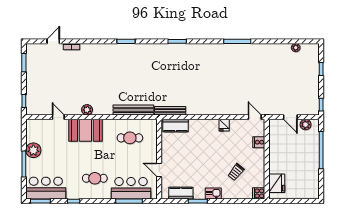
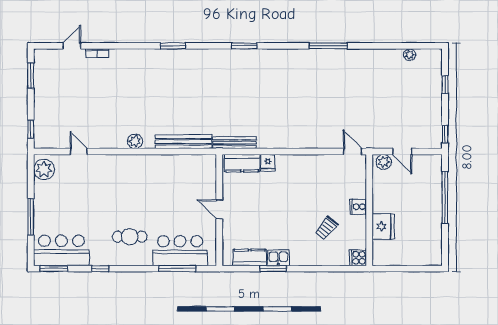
plant: (87, 110) -> (135, 141), moved
fridge: (224, 125) -> (268, 163), moved
plant: (306, 125) -> (384, 162), moved
booth: (85, 130) -> (117, 170), removed
cafe table: (130, 138) -> (179, 180), removed
cooker: (259, 142) -> (358, 207), moved
plant: (33, 150) -> (44, 169), moved
door: (159, 170) -> (219, 209), moved
fridge: (277, 183) -> (383, 227), moved
kitchen sink: (213, 193) -> (278, 258), moved

